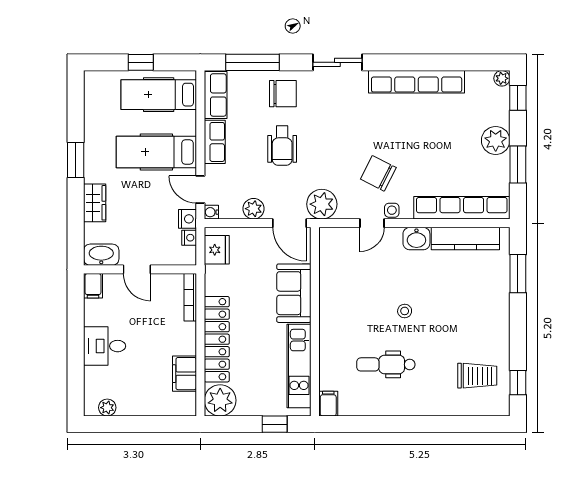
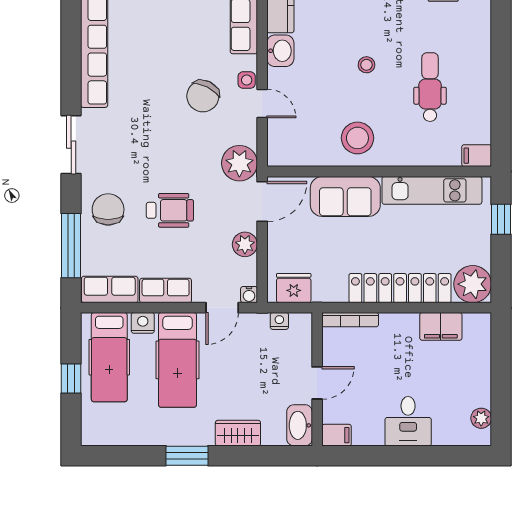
nightstand: (187, 219) -> (143, 323), moved
stool: (343, 303) -> (357, 138), added
dental chair: (386, 364) -> (430, 87), turned 180

